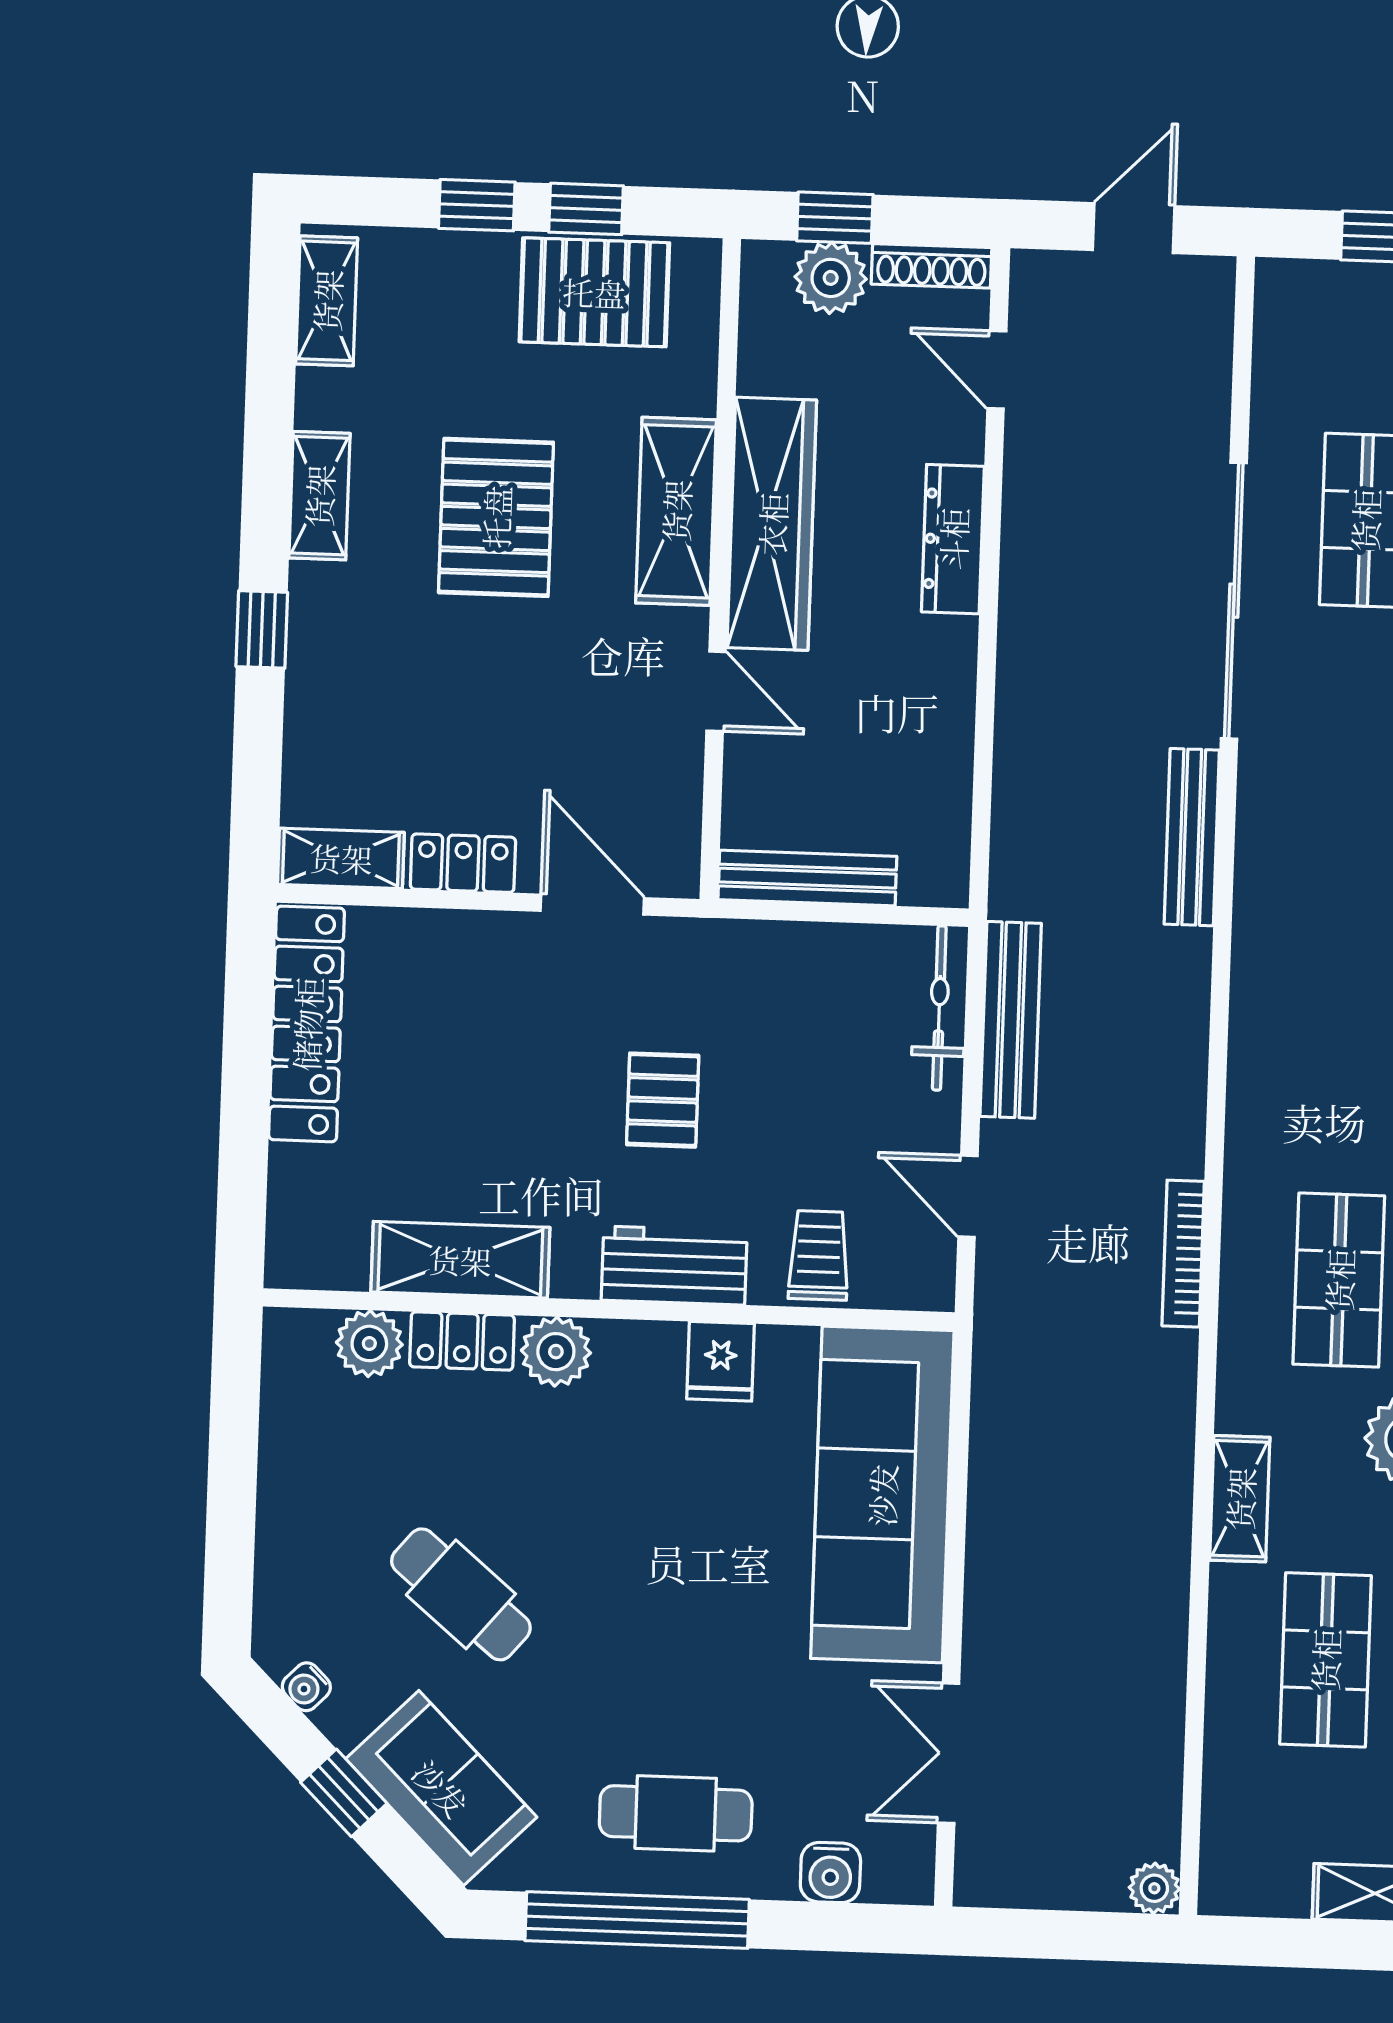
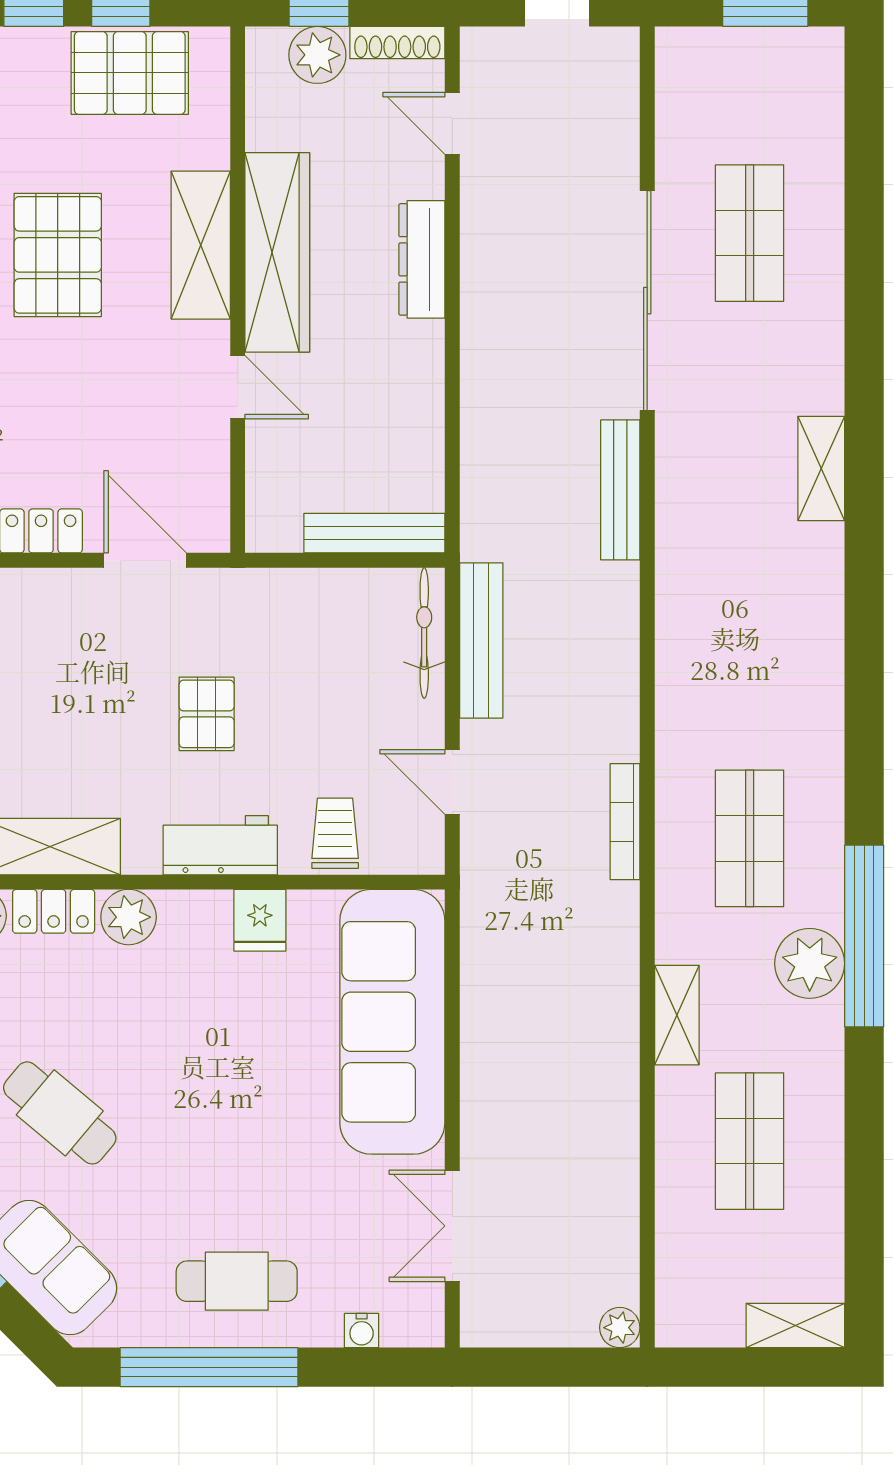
bench: (807, 878) -> (374, 533), moved
water cooler: (830, 1873) -> (362, 1331), width x0.72, depth x0.72

